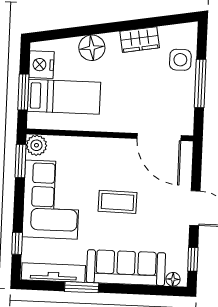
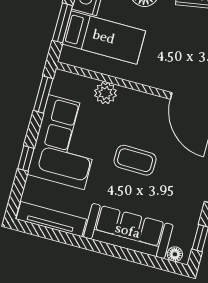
plant: (36, 145) -> (105, 93), moved
window: (17, 243) -> (26, 158), moved
window: (82, 287) -> (77, 241), removed

